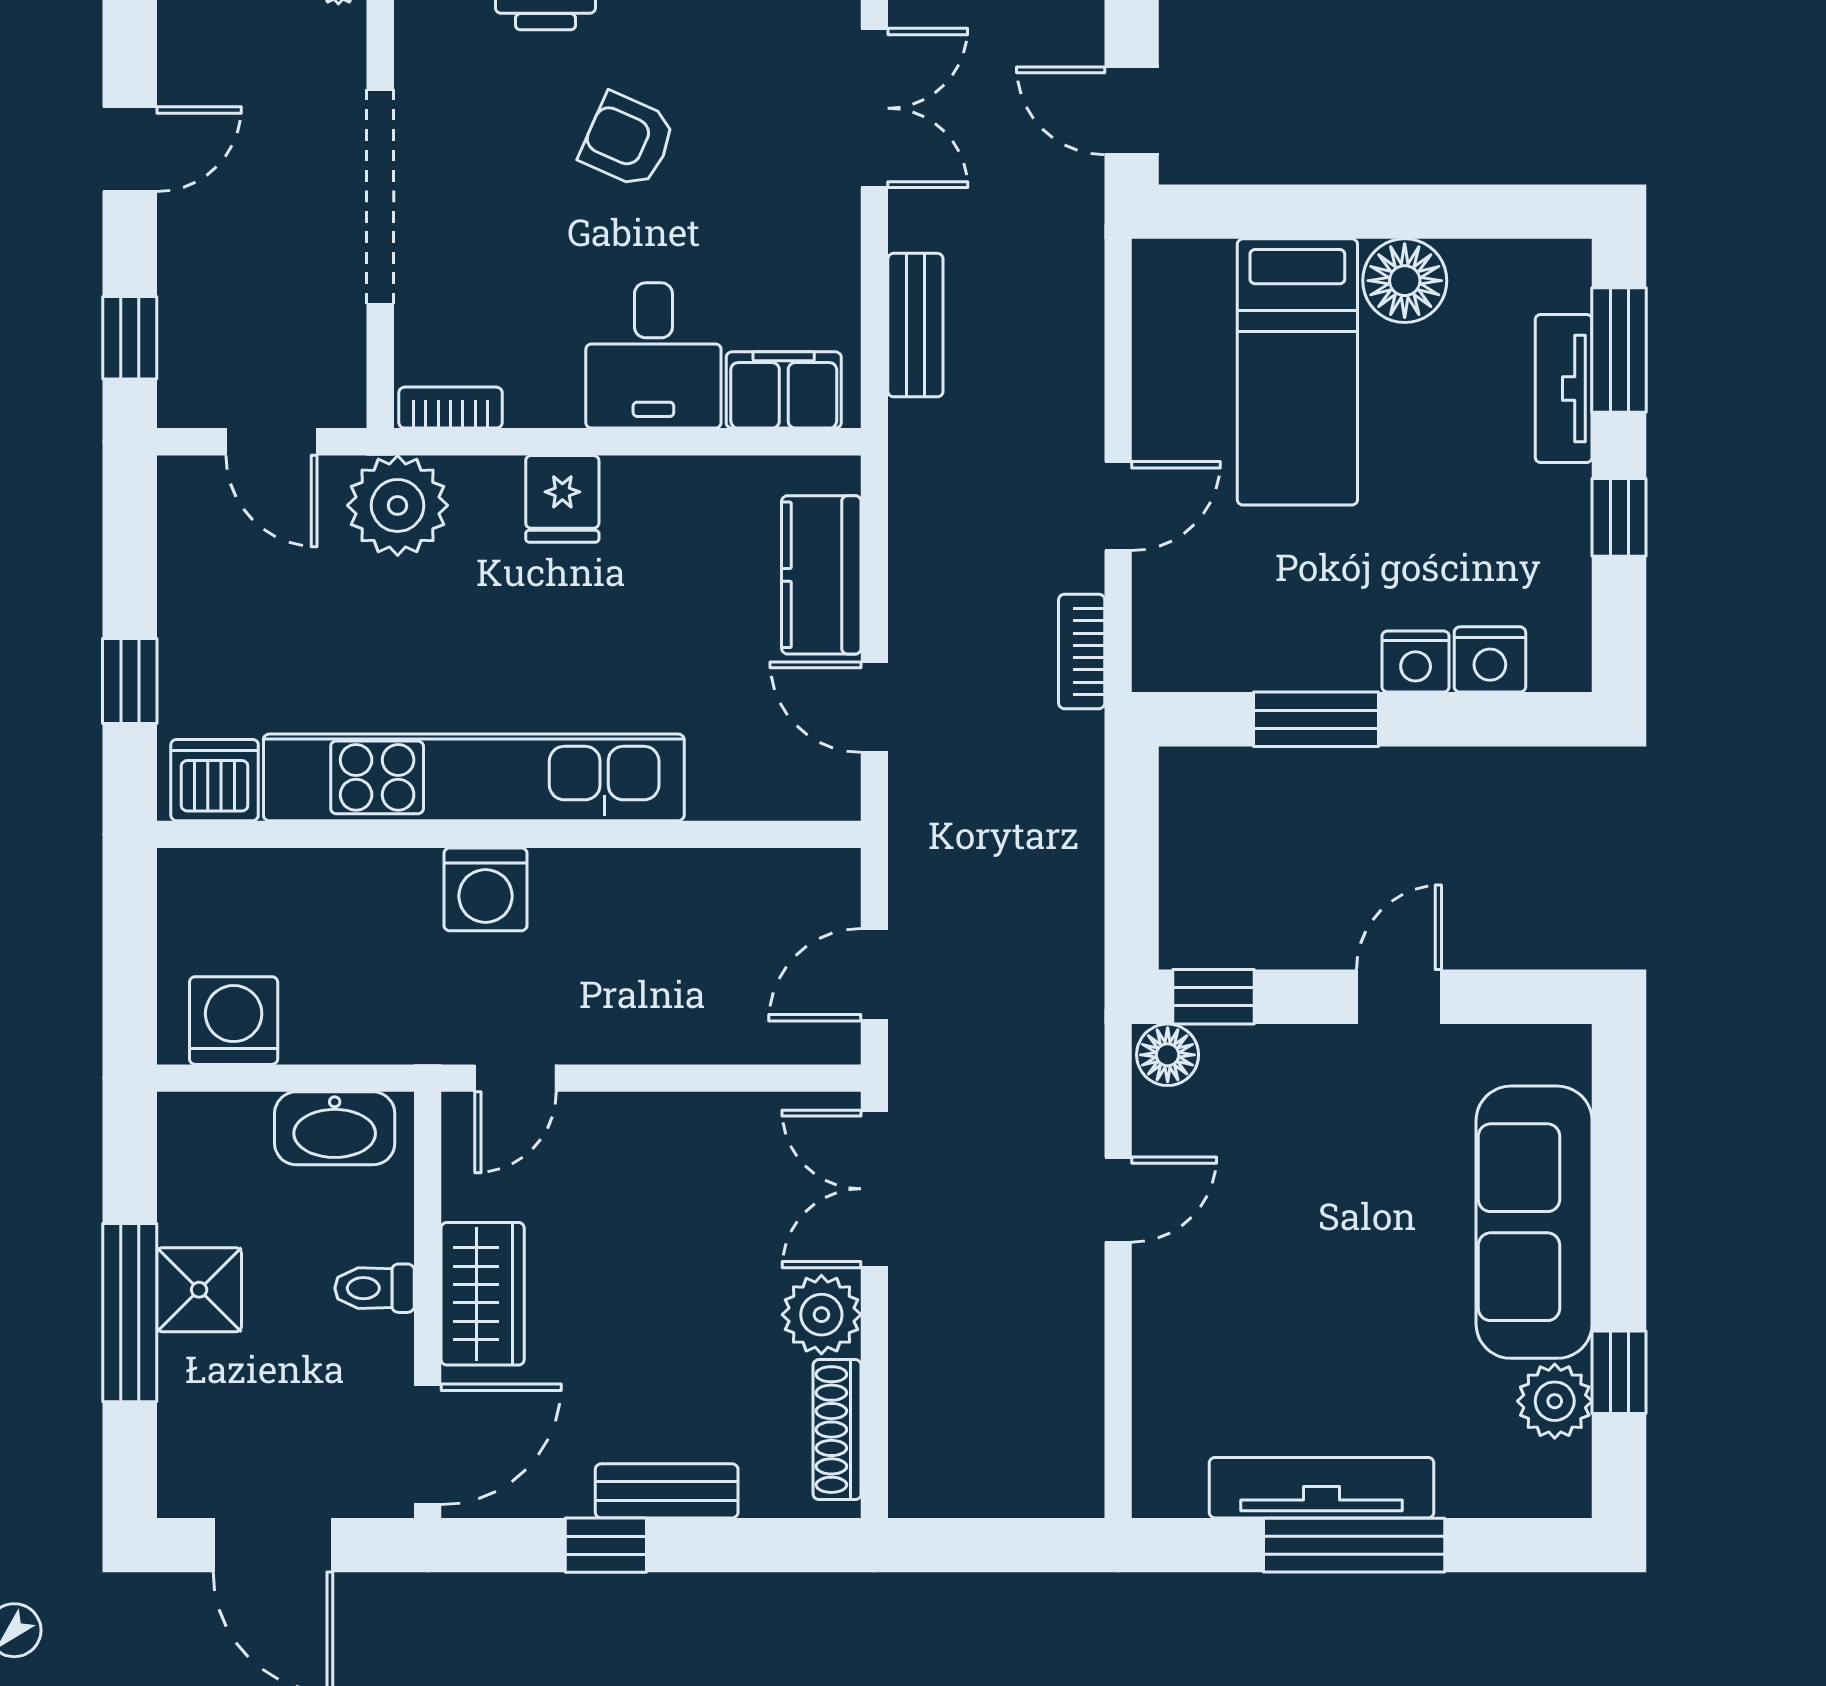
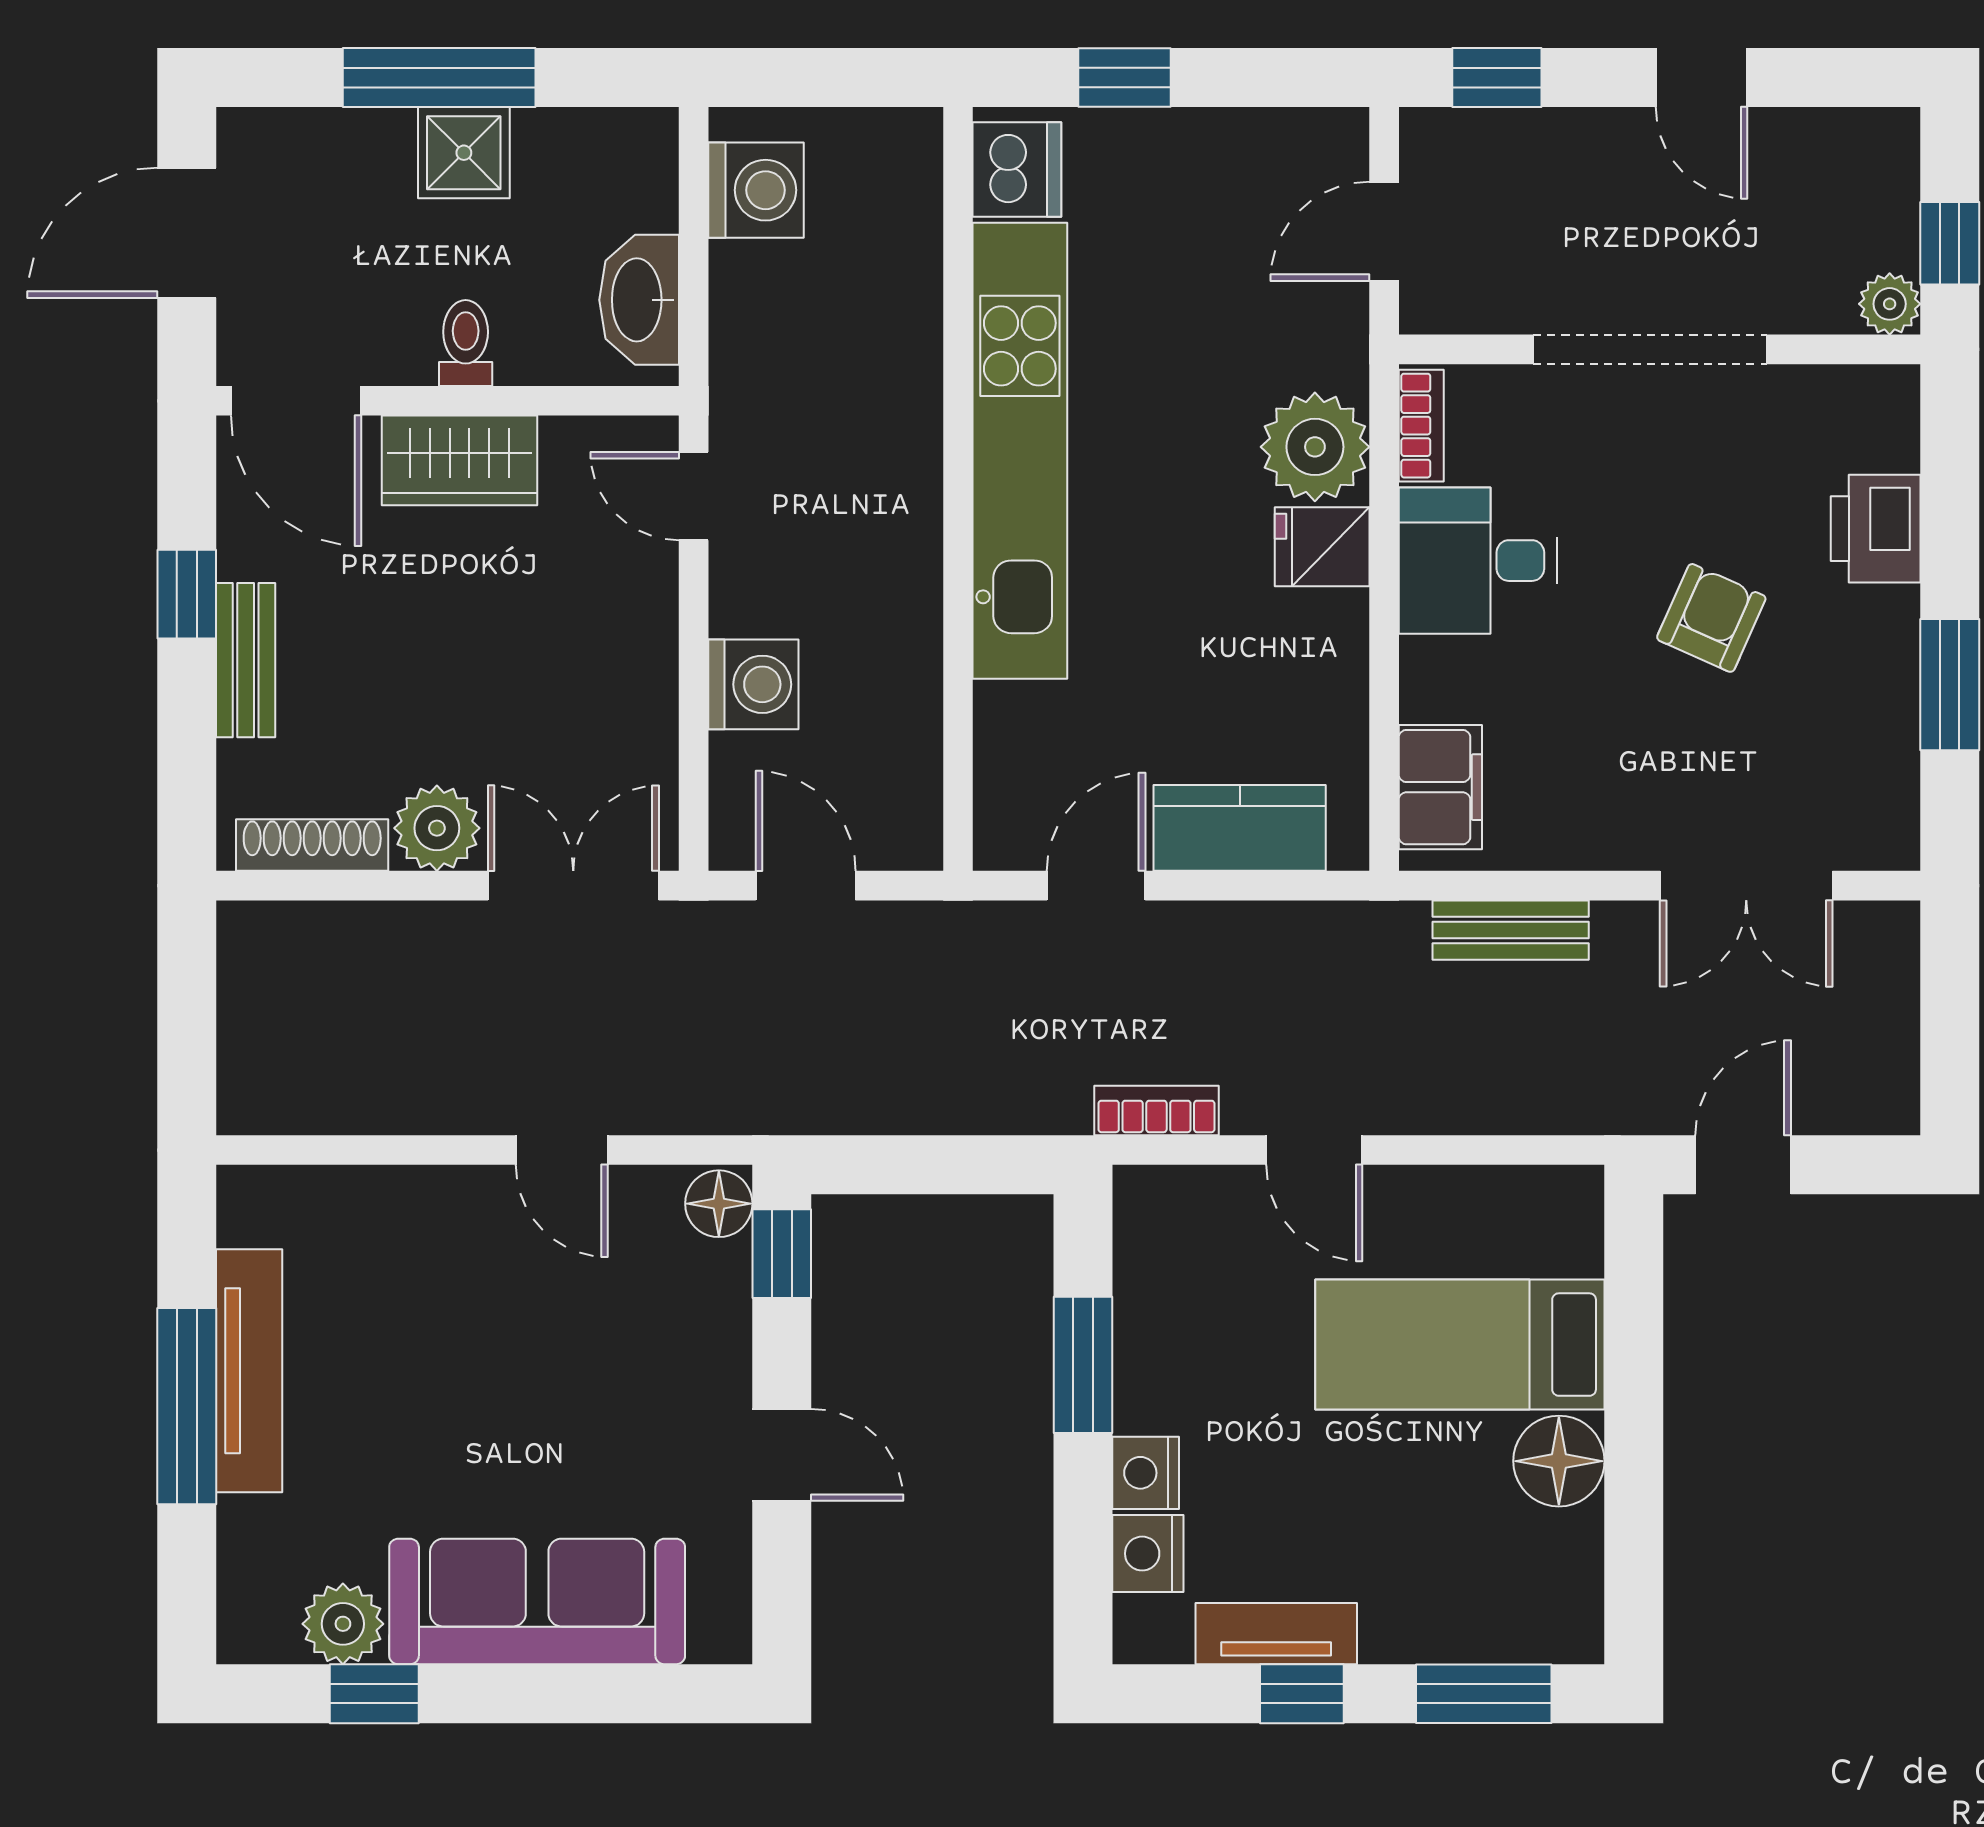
desk: (653, 355) -> (1478, 561), moved
tv unit: (1564, 389) -> (1276, 1634), moved
plant: (398, 505) -> (1315, 447), moved
washing machine: (486, 889) -> (753, 684), moved, turned 180

